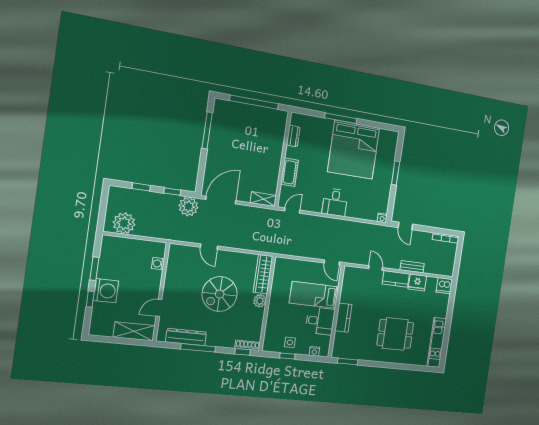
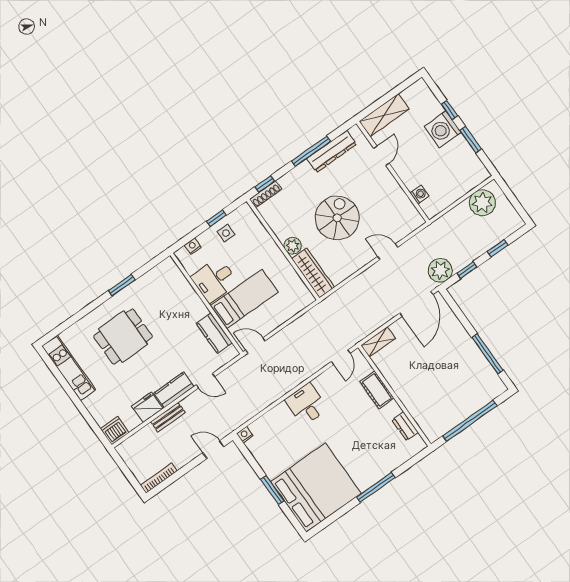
bed: (354, 150) -> (316, 487), moved, turned 90
kitchen counter: (343, 318) -> (214, 333), moved
window: (348, 361) -> (122, 285), moved

